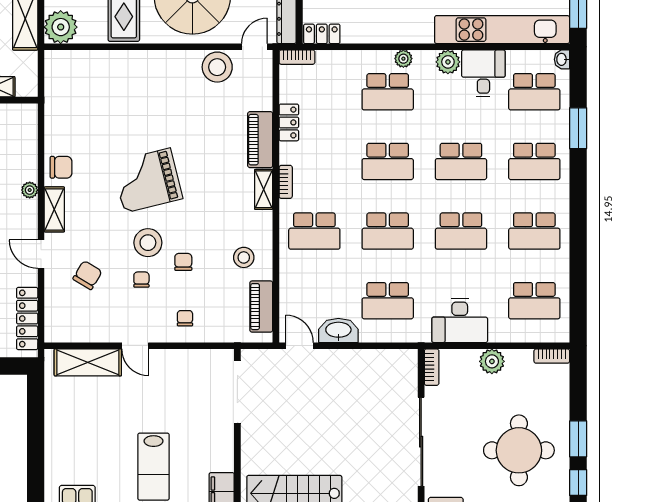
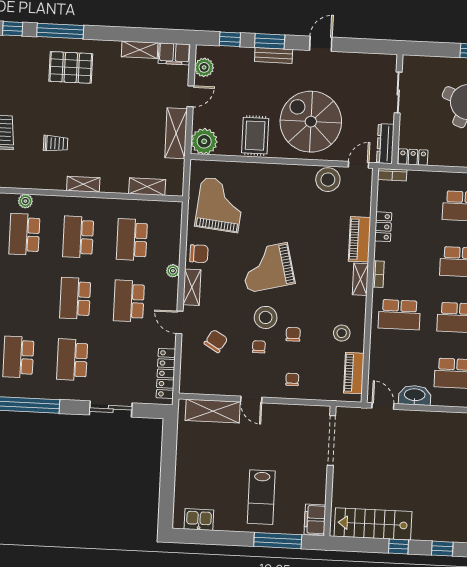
grand piano: (84, 105) -> (220, 205), added

